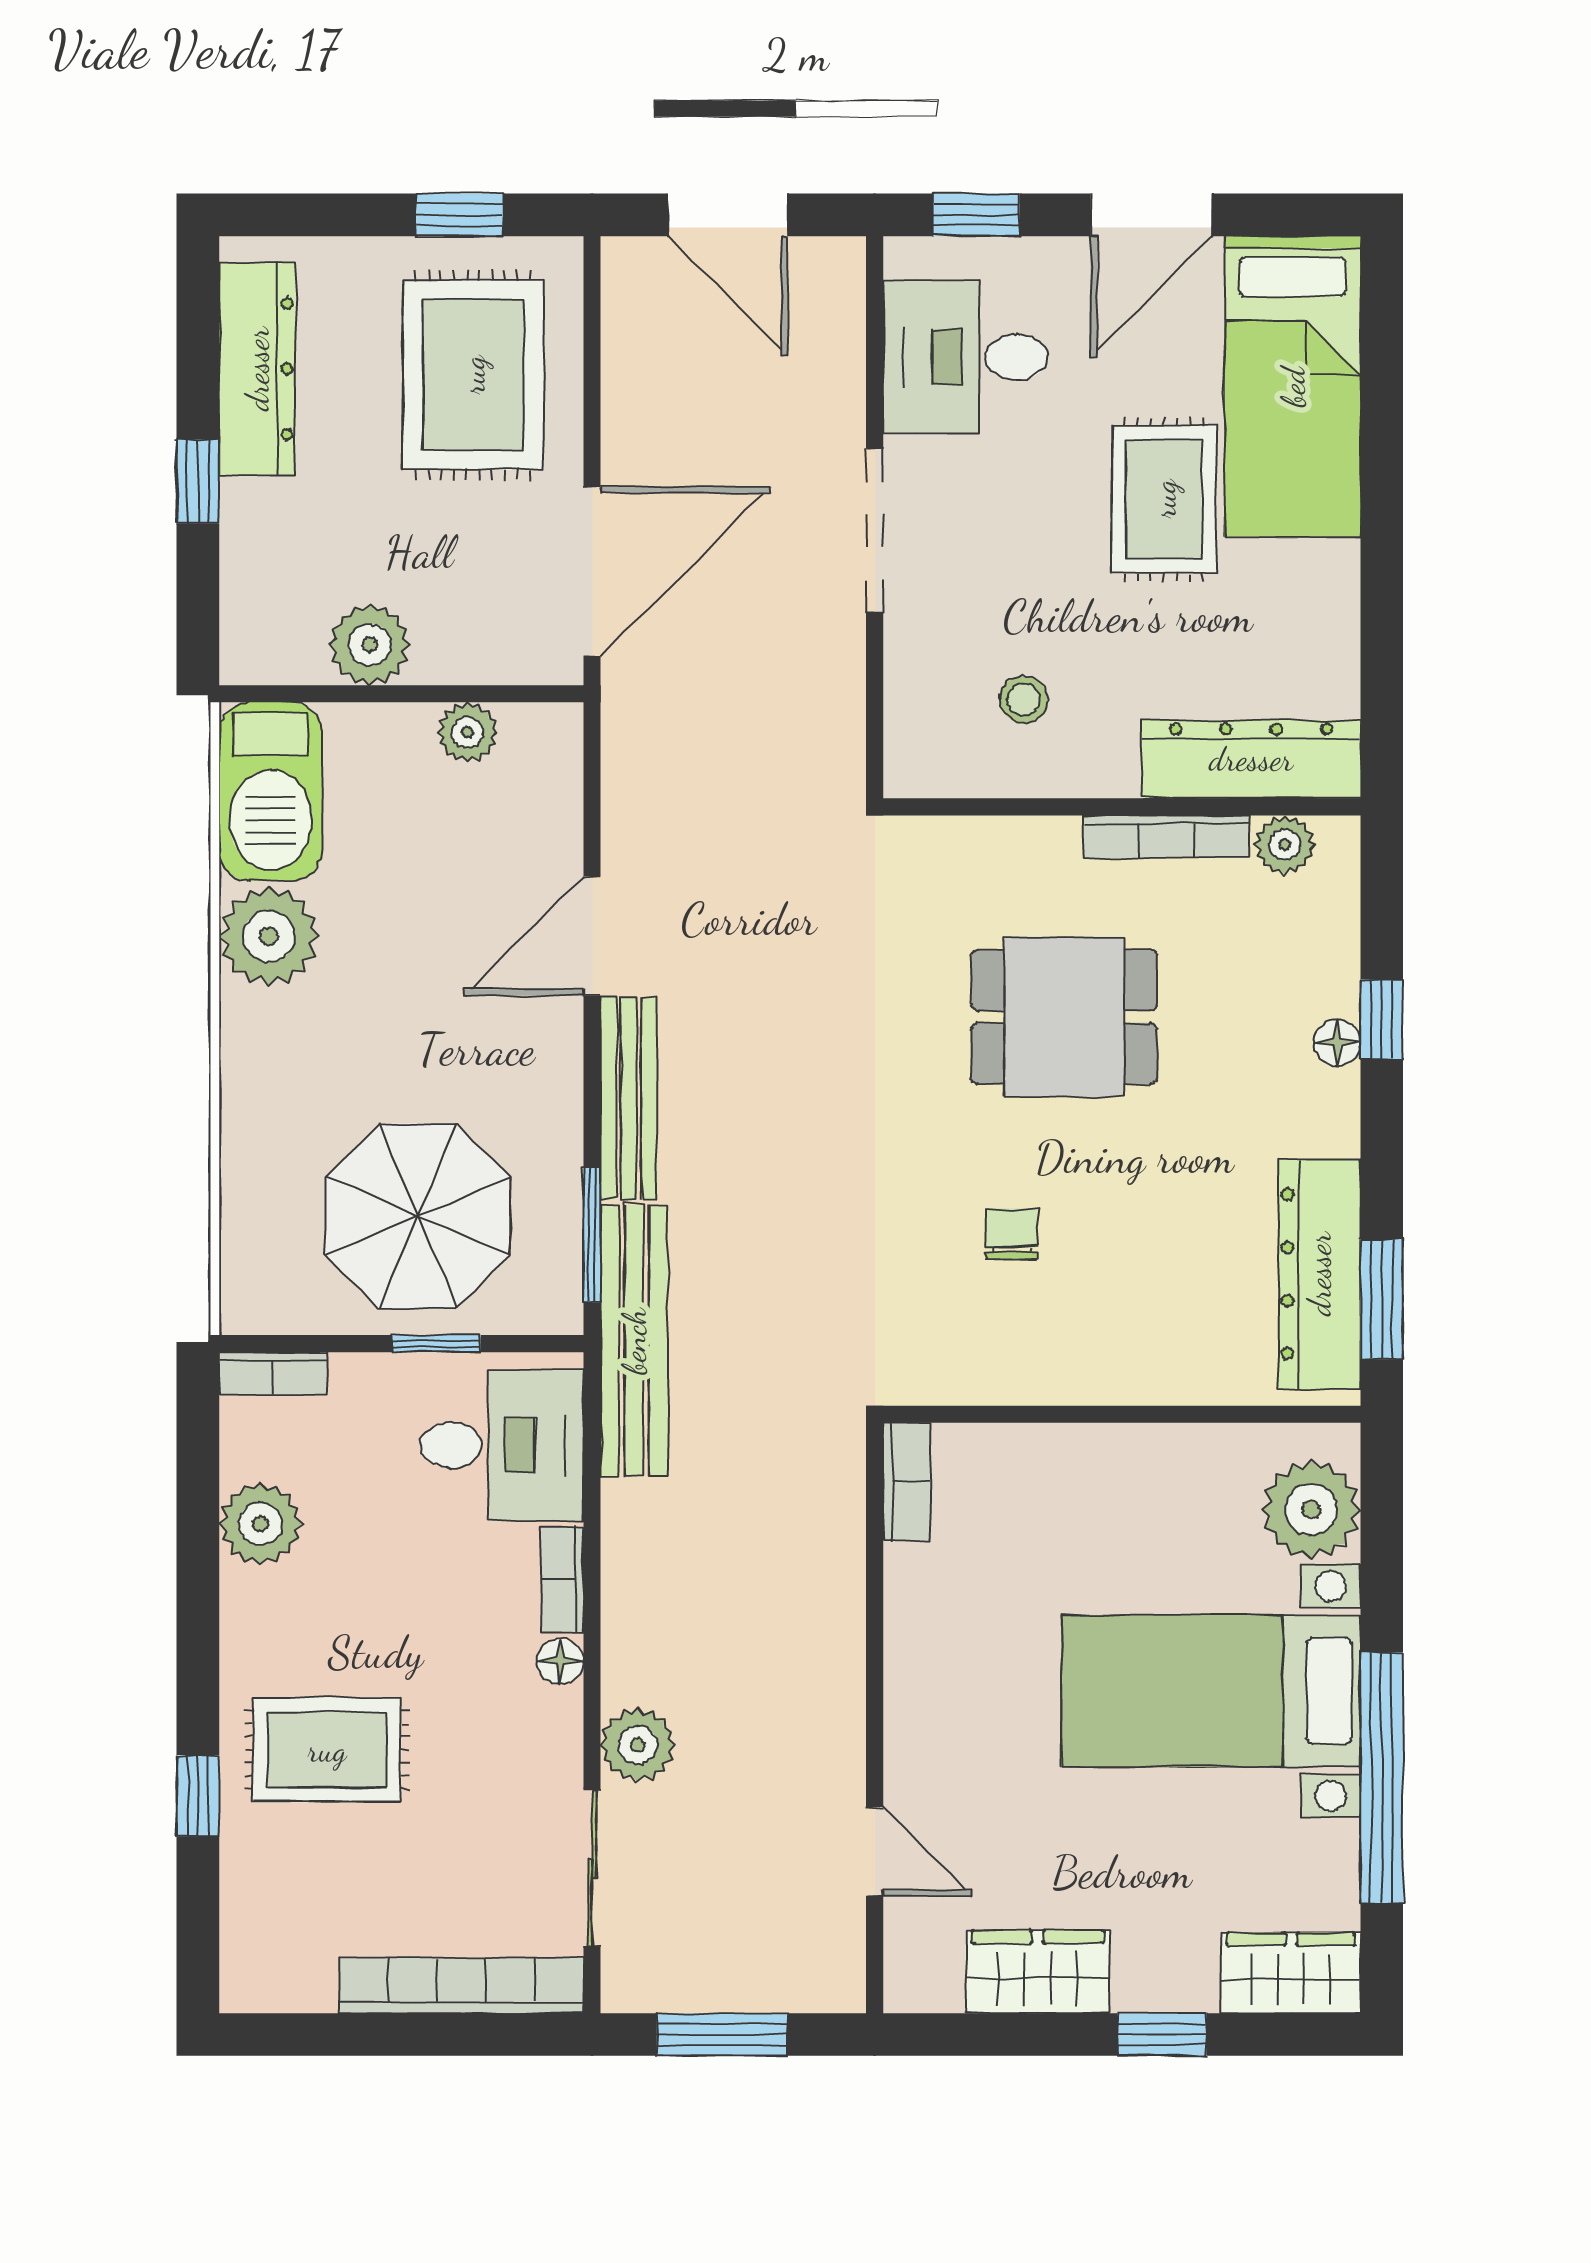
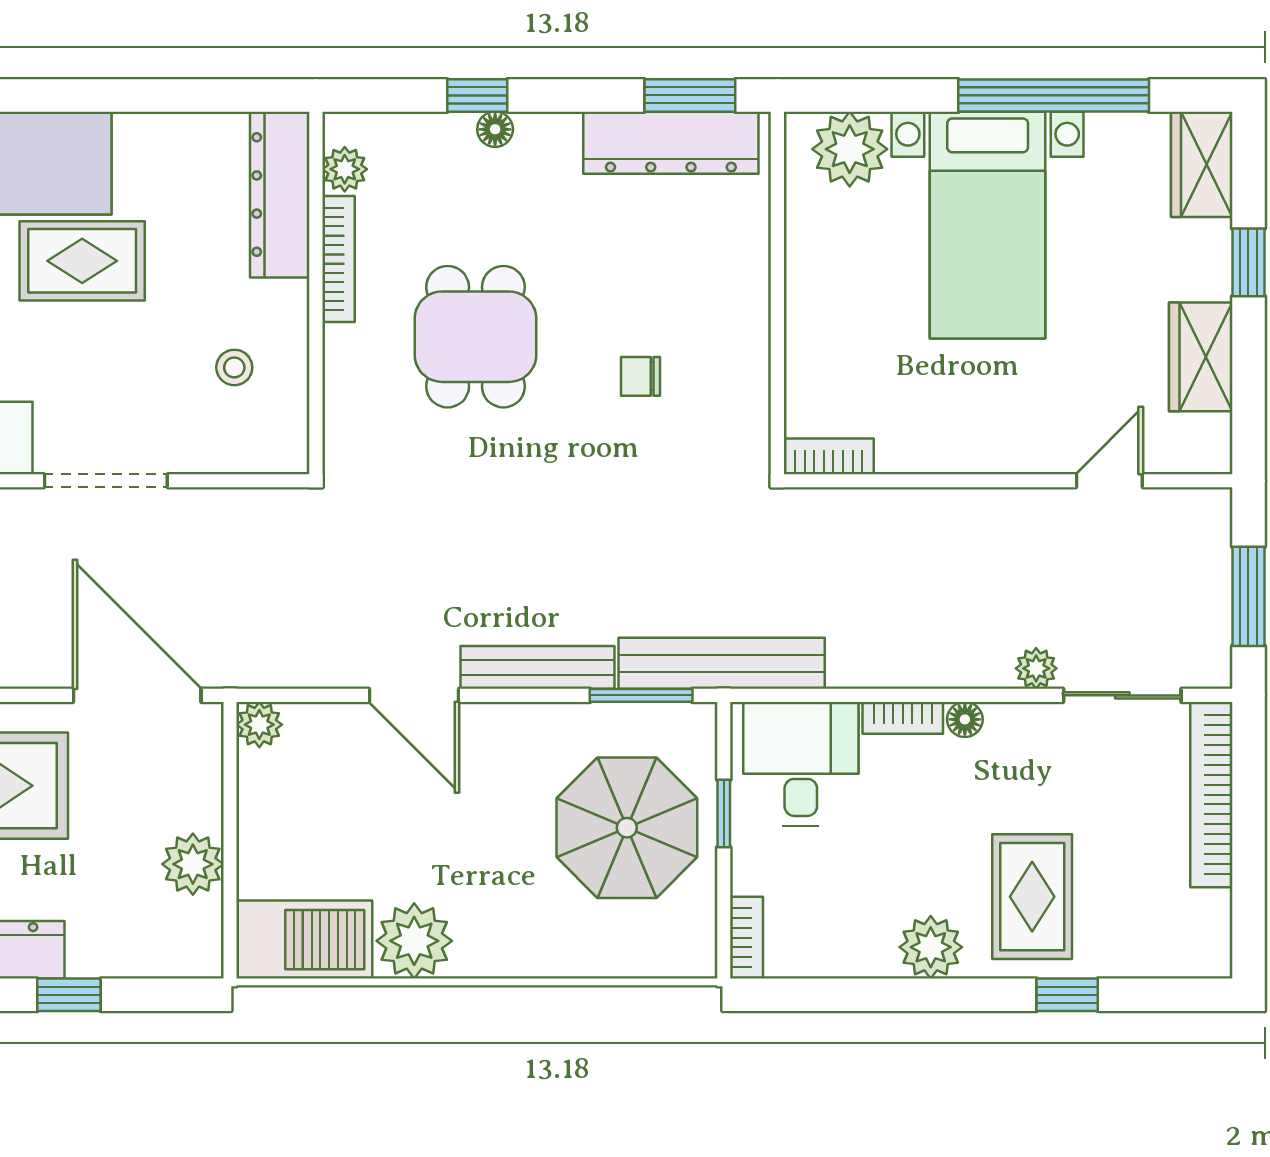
plant: (467, 732) -> (259, 725), moved
plant: (260, 1524) -> (931, 947), moved
plant: (638, 1745) -> (1036, 668), width x0.73, depth x0.73

